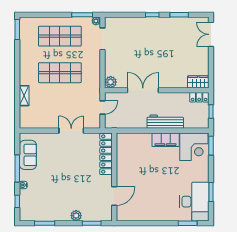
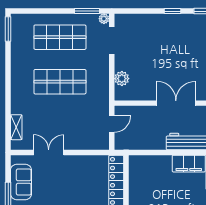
plant: (111, 82) -> (122, 79), moved
double door: (143, 90) -> (176, 103), moved
shelving: (24, 96) -> (16, 127), moved
double door: (71, 131) -> (49, 152), moved

